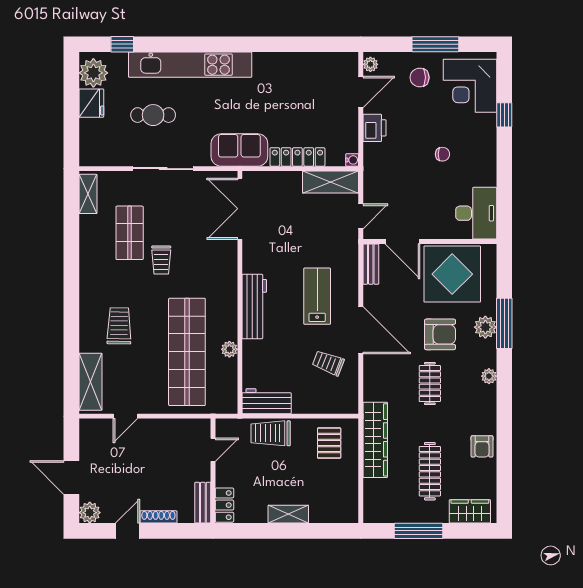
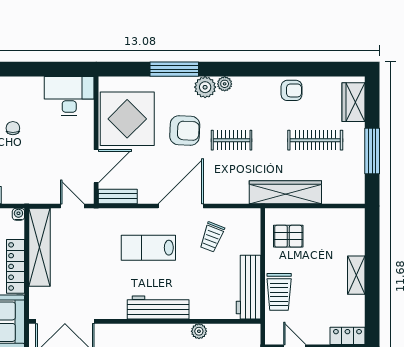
shelving: (331, 182) -> (40, 247), width x1.47
plant: (485, 327) -> (205, 87), moved
armchair: (440, 334) -> (185, 130), turned 93
workbench: (267, 401) -> (248, 287), width x1.38

